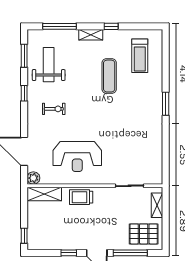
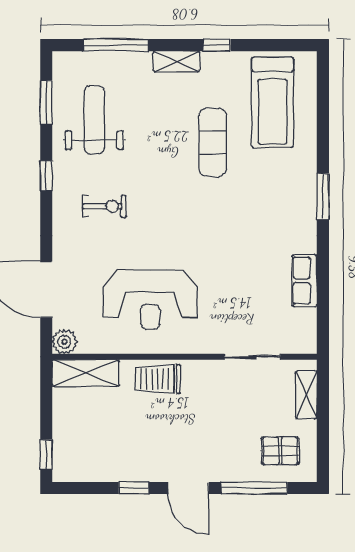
treadmill: (140, 56) -> (273, 102), width x1.37, depth x1.38
row of seats: (156, 147) -> (304, 281), added
pallet: (144, 234) -> (280, 451), width x0.67, depth x0.71

